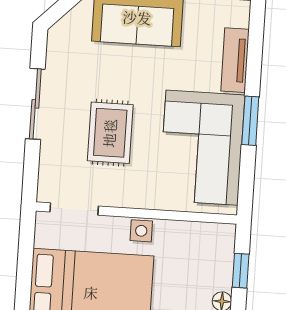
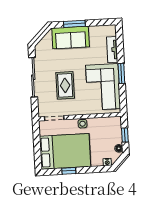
sliding door: (35, 104) -> (33, 77), width x1.37

